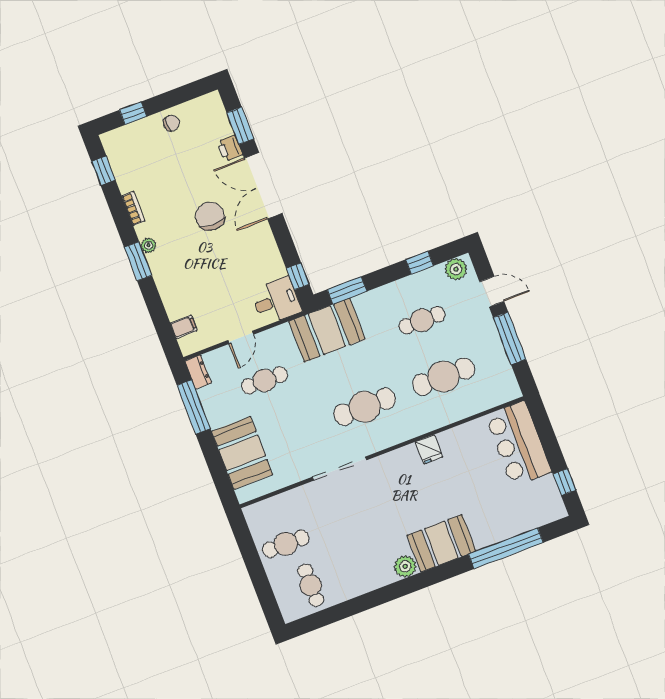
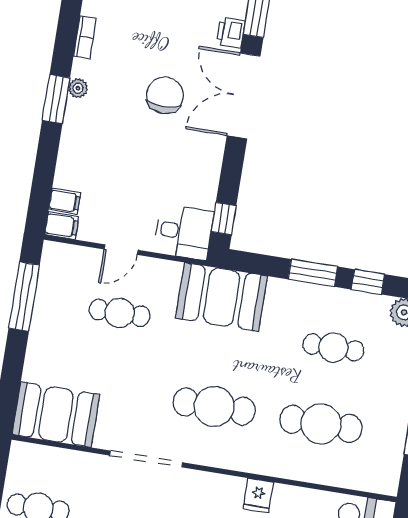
window: (347, 290) -> (313, 273), moved
filing cabinet: (191, 344) -> (62, 226), added
dresser: (198, 372) -> (51, 261), removed
booth: (242, 453) -> (56, 414), moved, turned 90

